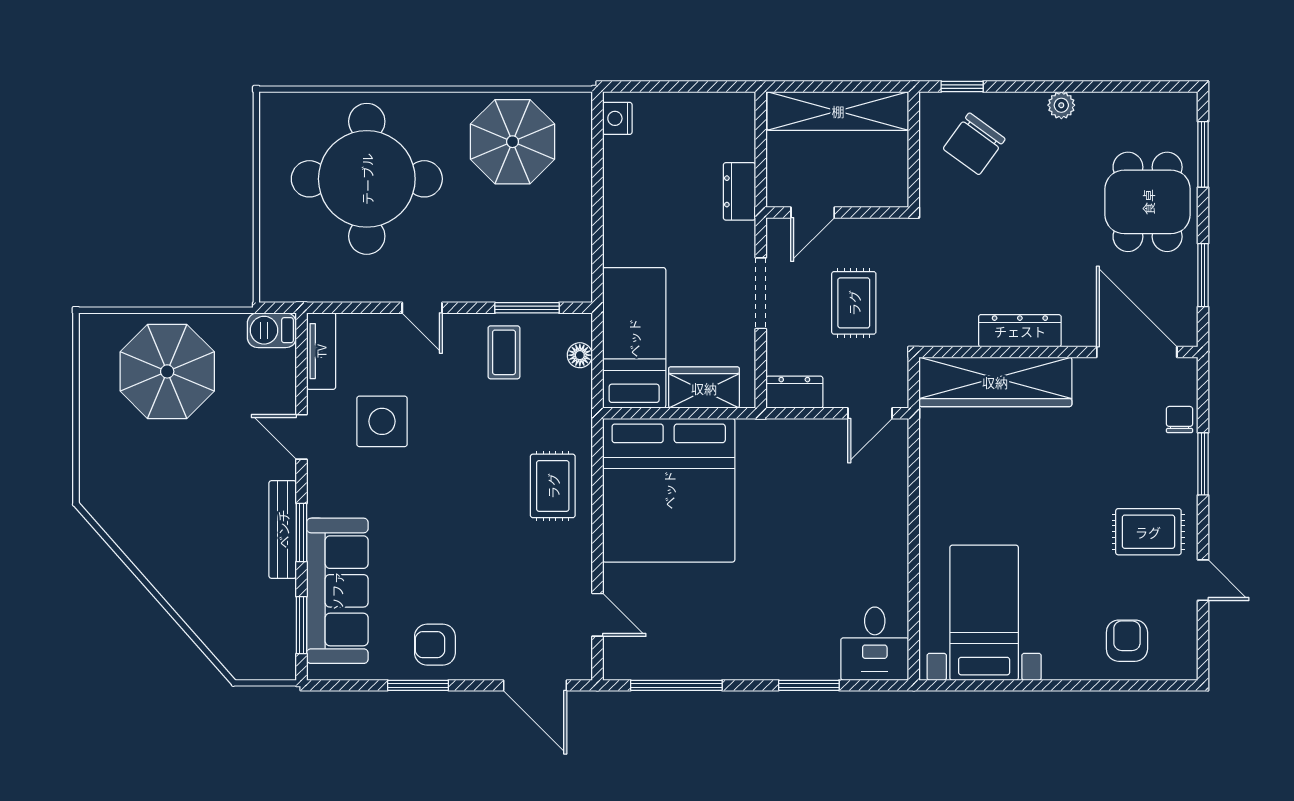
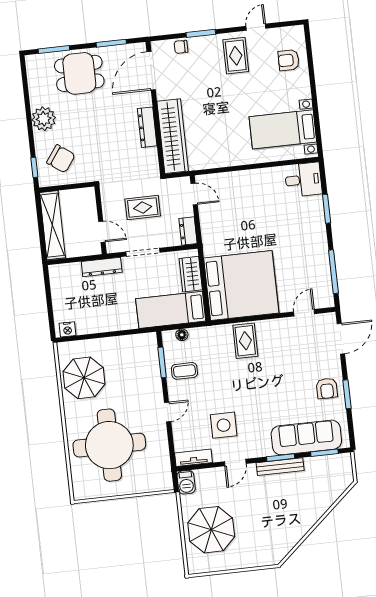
plant: (1061, 105) -> (44, 119), width x1.87, depth x1.87
dresser: (739, 191) -> (102, 267), width x1.44
rug: (553, 486) -> (245, 341), turned 90

